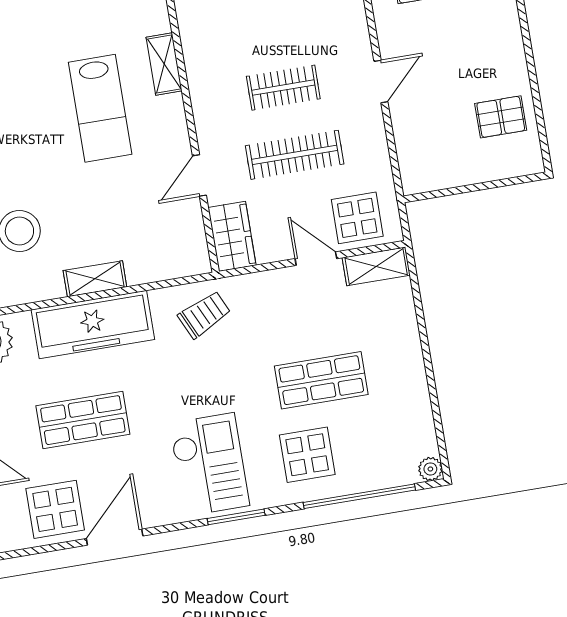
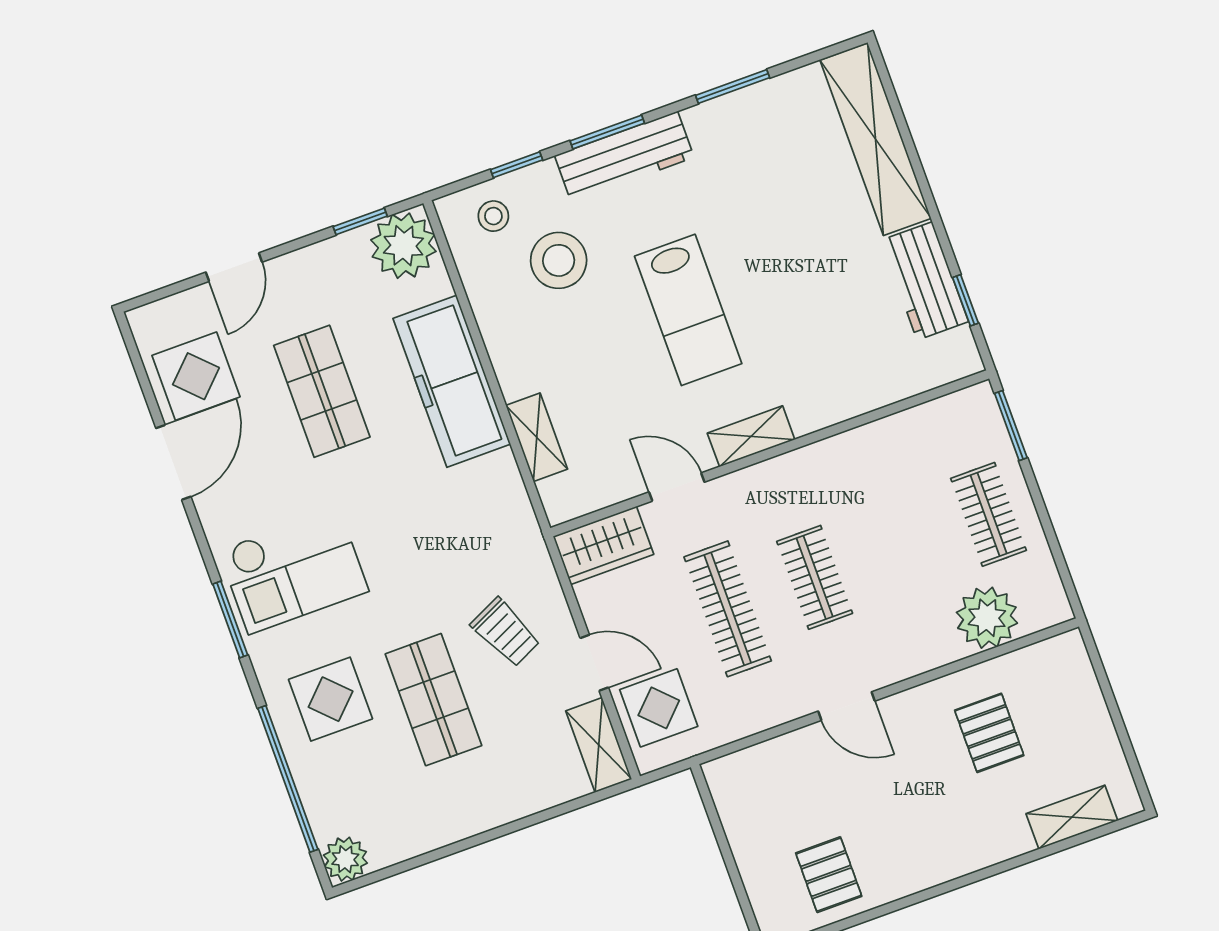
shelving: (164, 64) -> (751, 436), moved
lab bench: (100, 108) -> (688, 310), moved, turned -90
door: (316, 259) -> (594, 663), hinge flipped
shelving: (95, 279) -> (537, 437), moved
trolley: (204, 315) -> (505, 632), moved
plant: (430, 469) -> (345, 859), width x1.38, depth x1.38
door: (115, 537) -> (173, 462), hinge flipped

